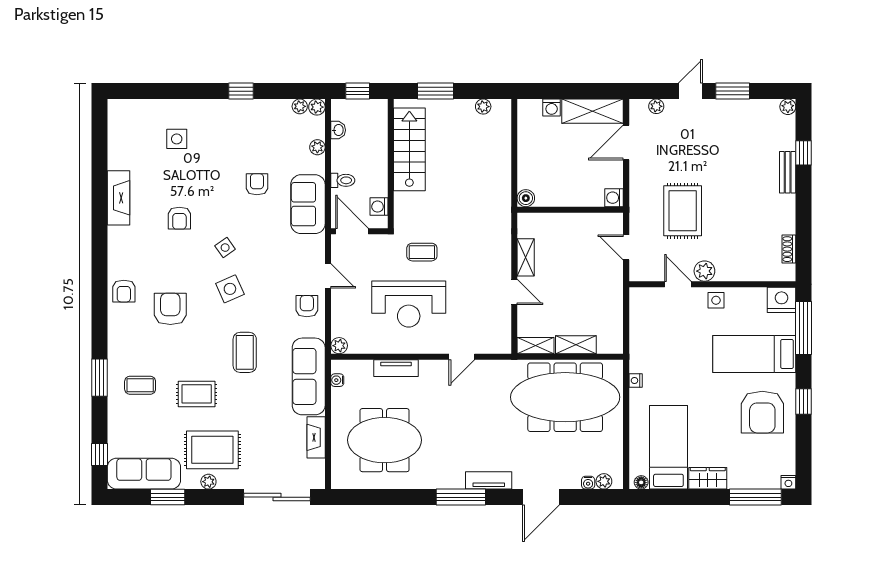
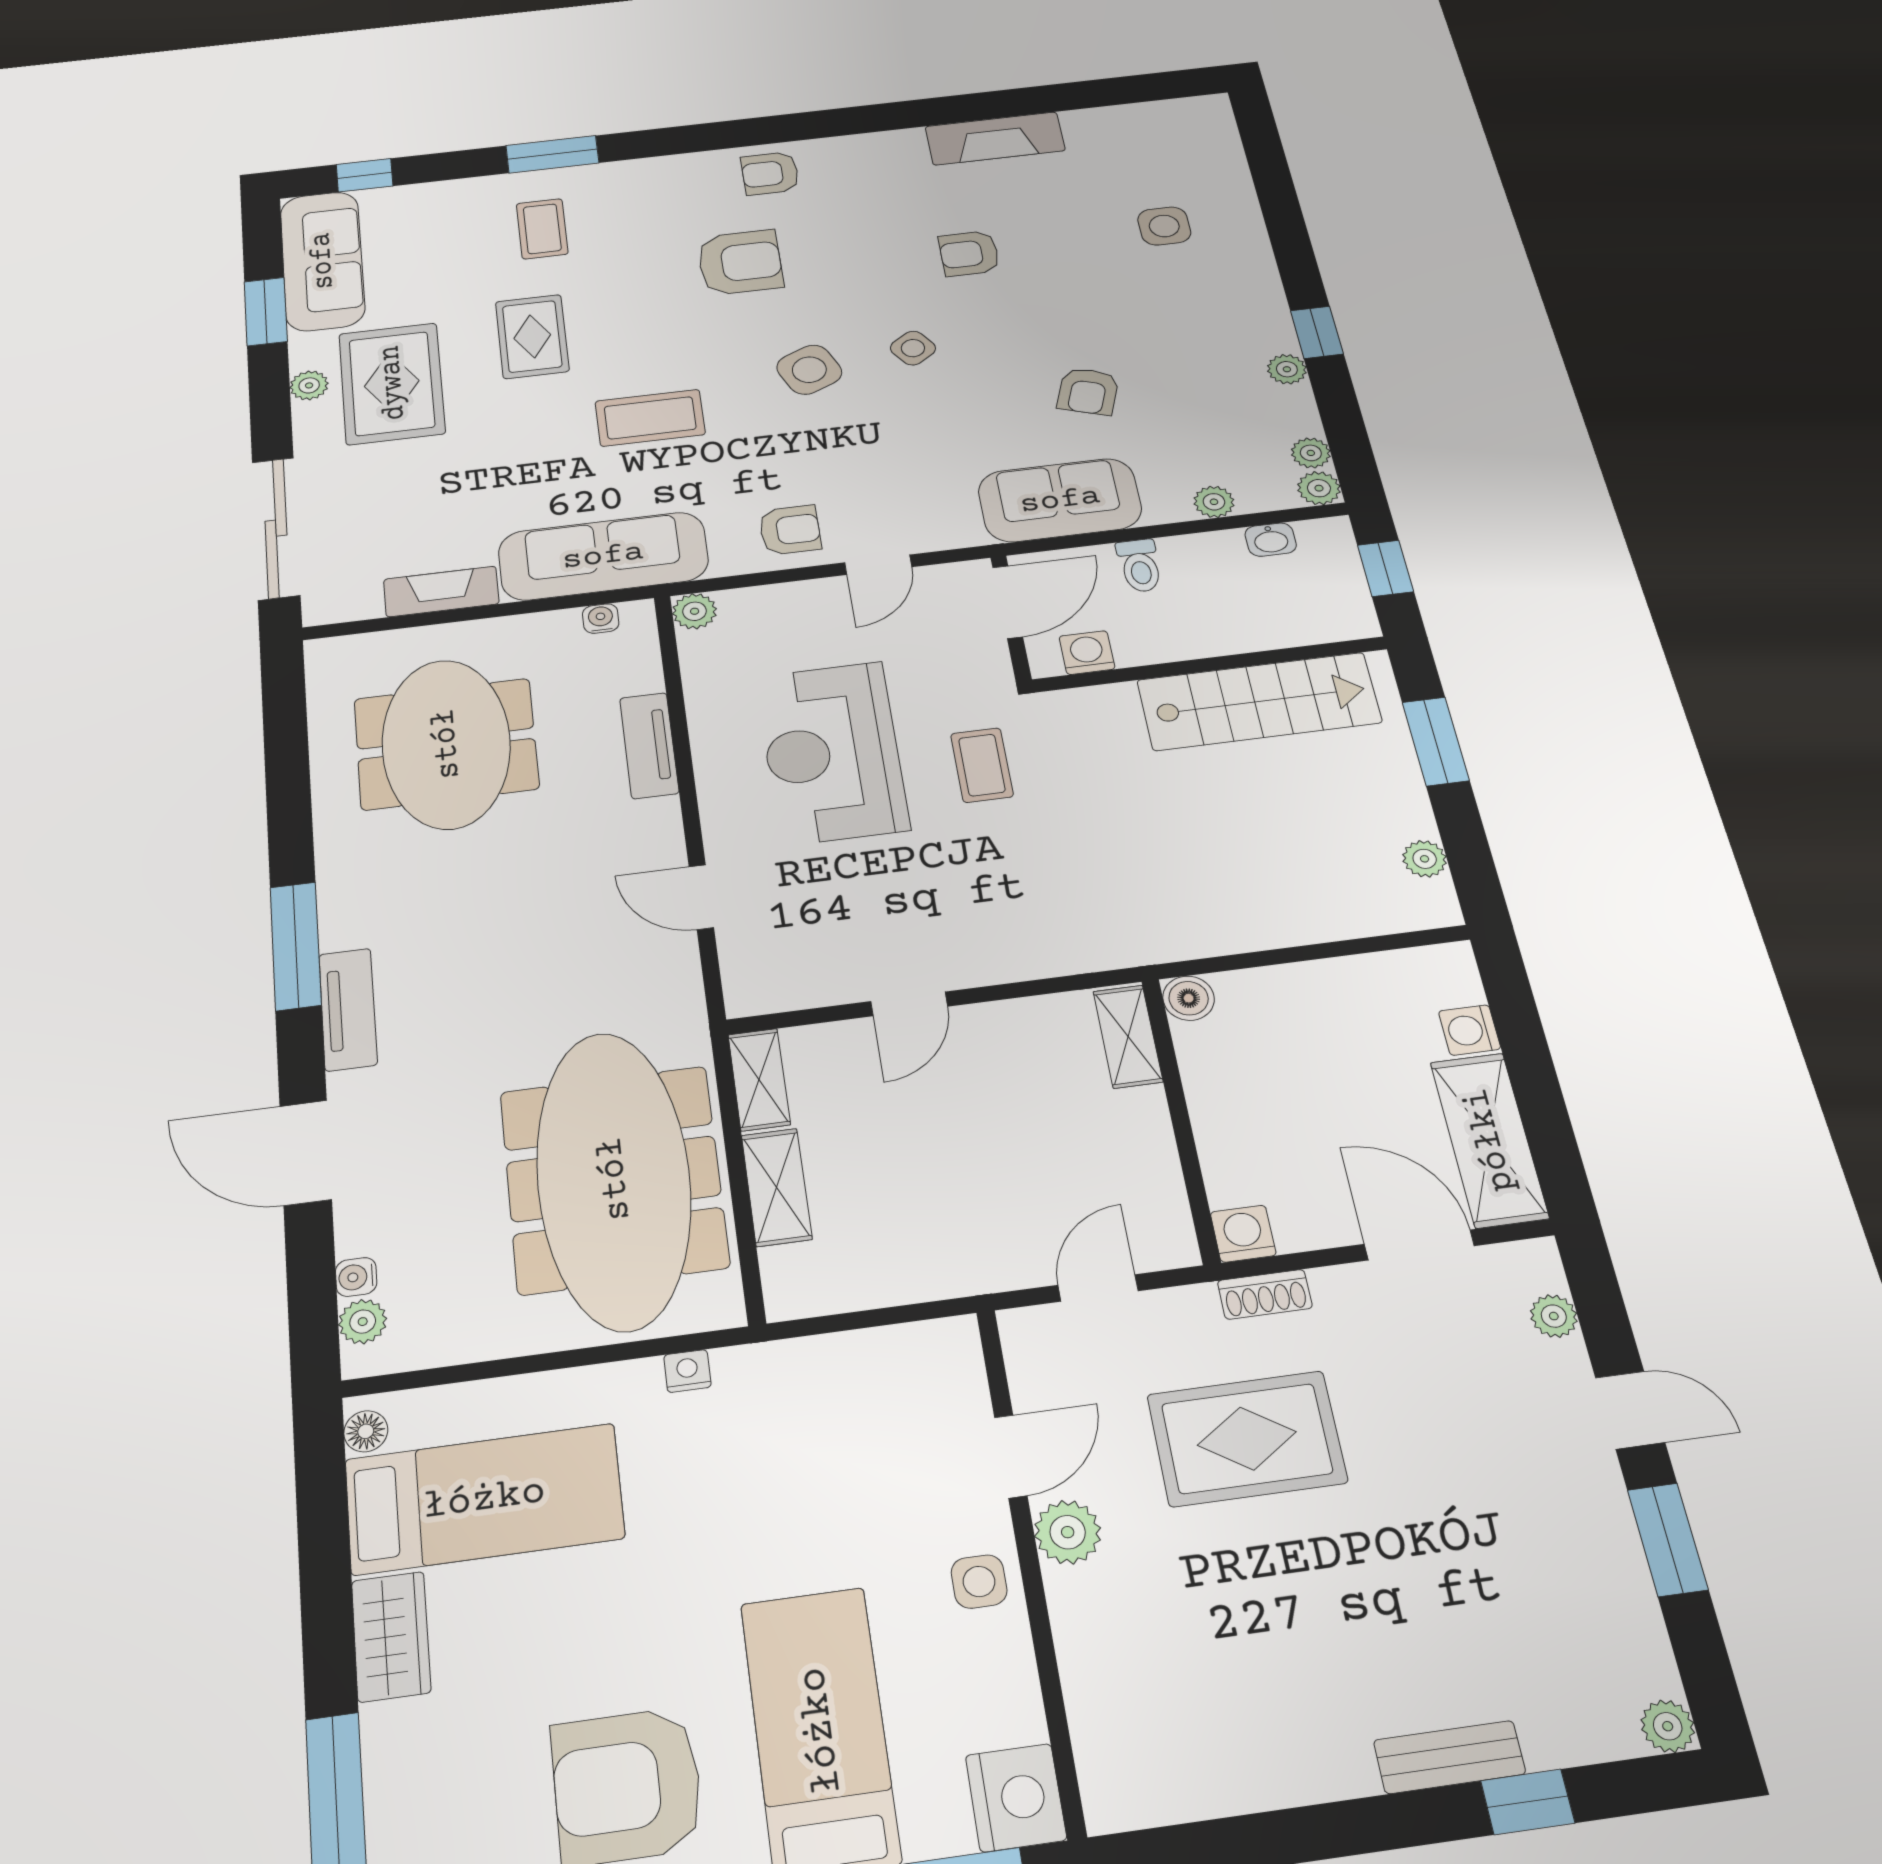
plant: (258, 107) -> (1287, 369), added
armchair: (257, 184) -> (1088, 391), turned 109
shoe rack: (789, 249) -> (1265, 1294), moved, turned 180
shelving: (526, 257) -> (1128, 1036), moved, turned 90

